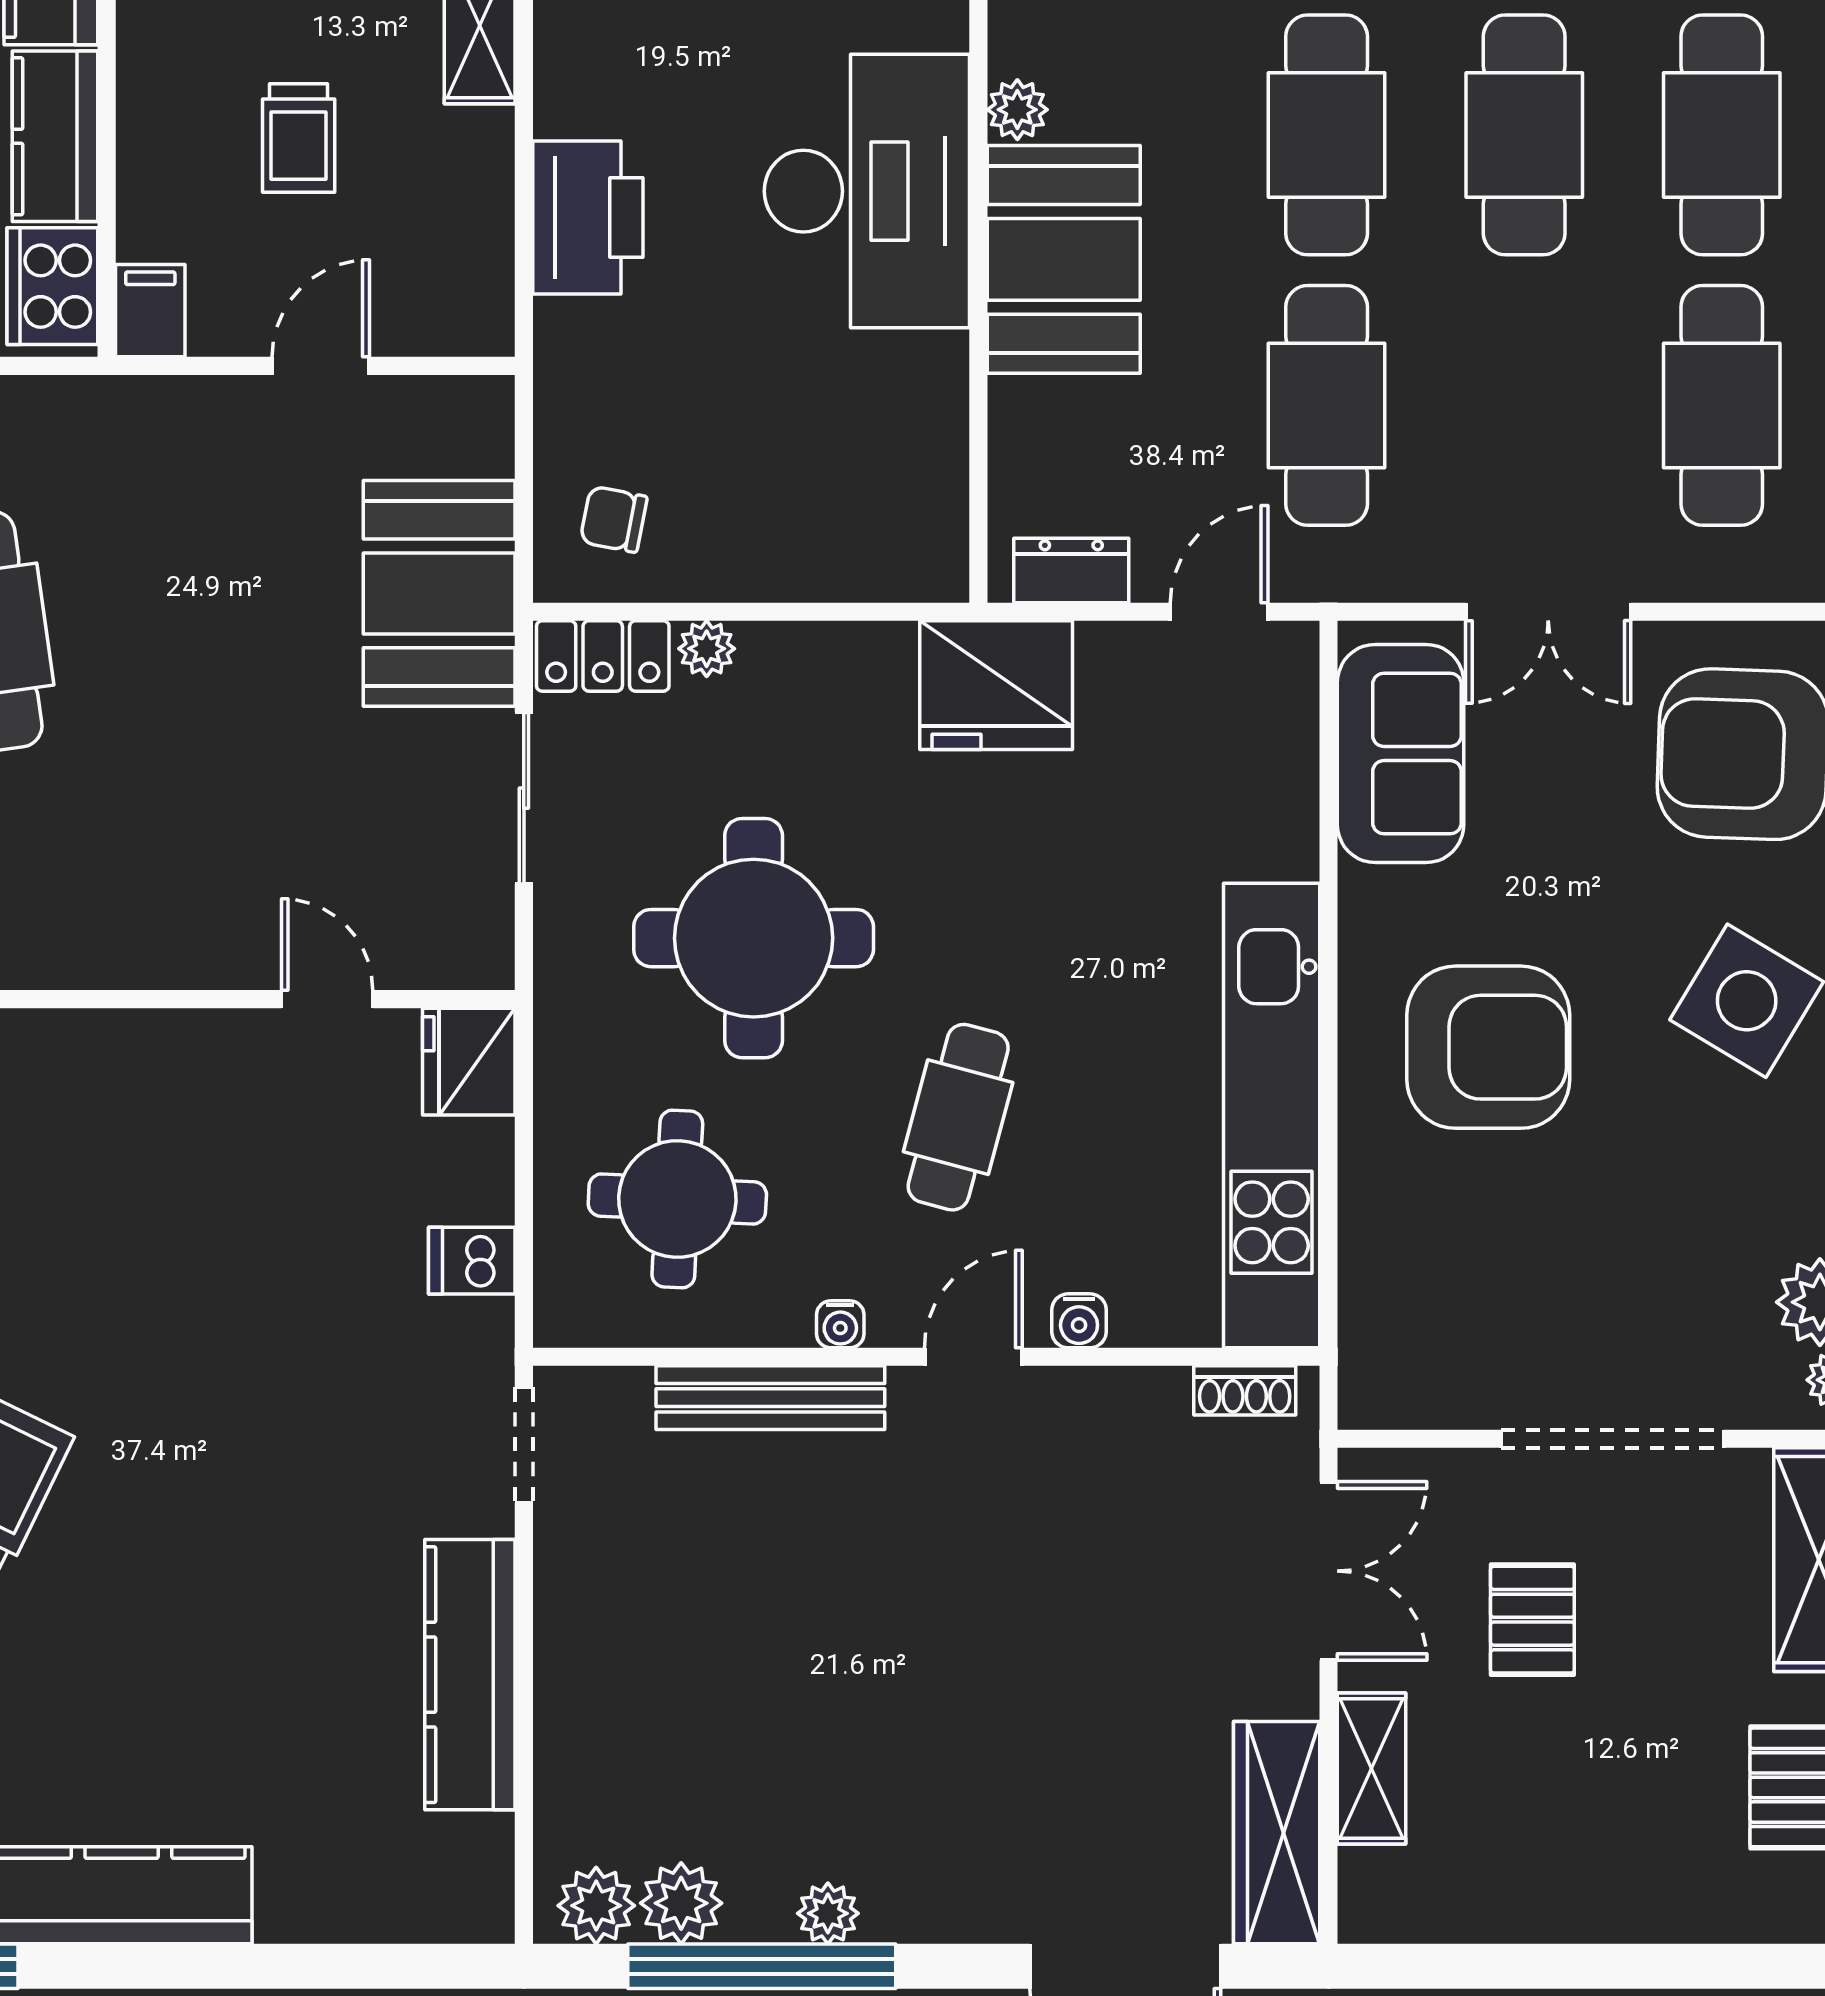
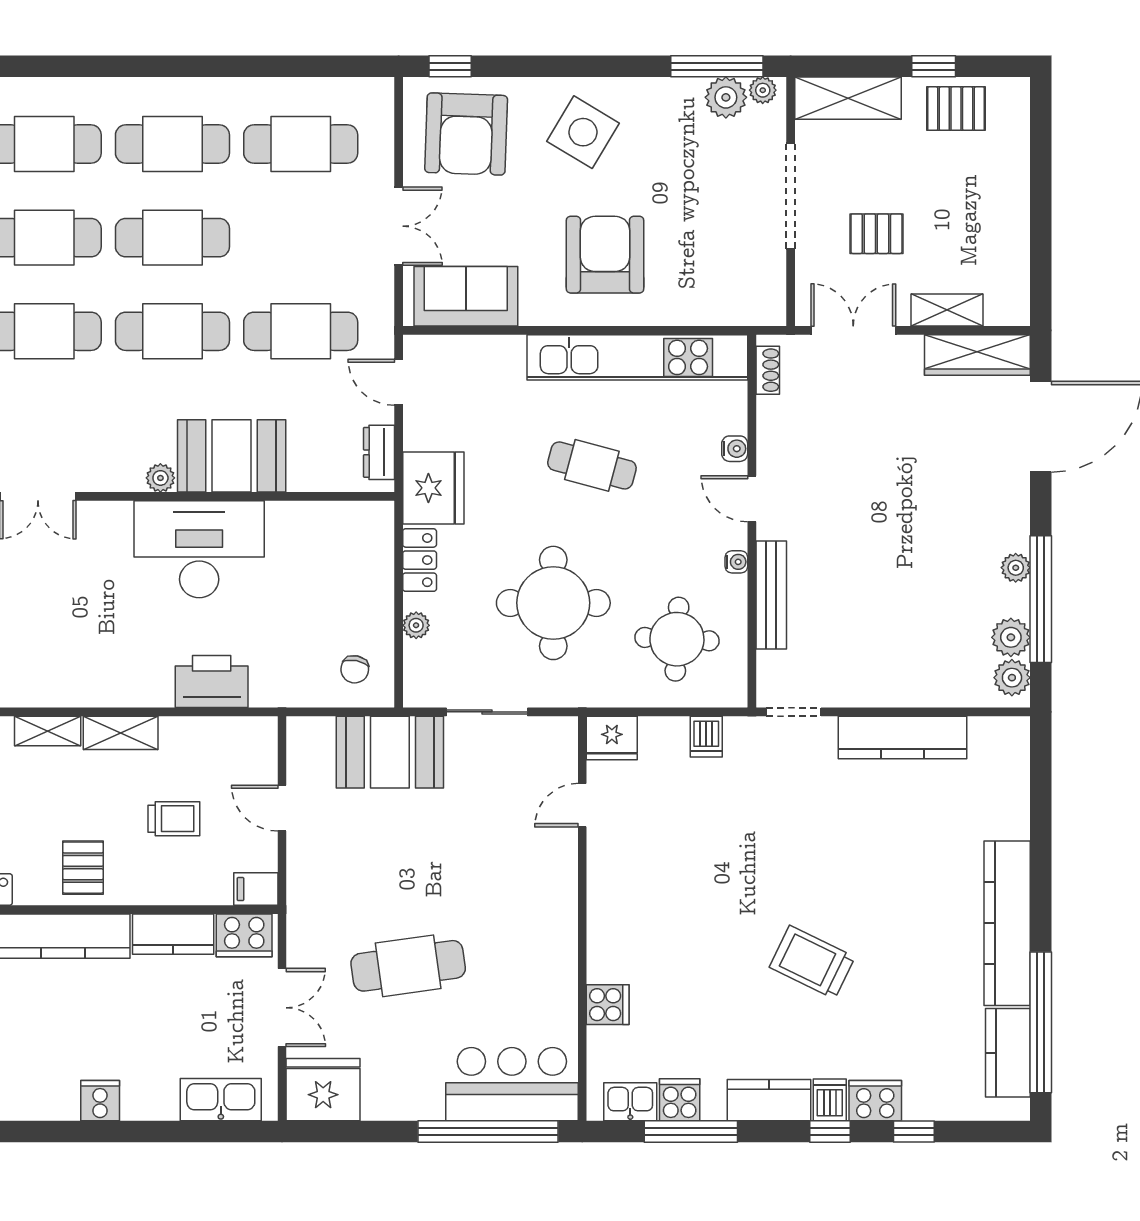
locker: (603, 656) -> (420, 560), moved
cafe table: (958, 1117) -> (592, 465), moved

